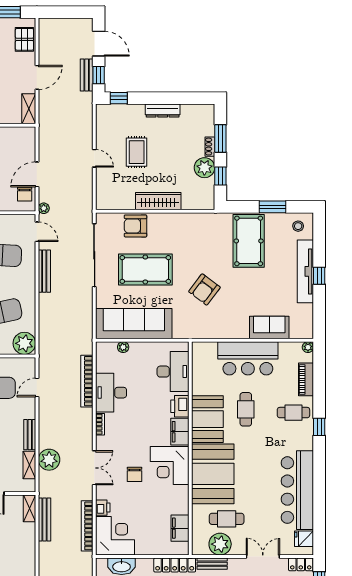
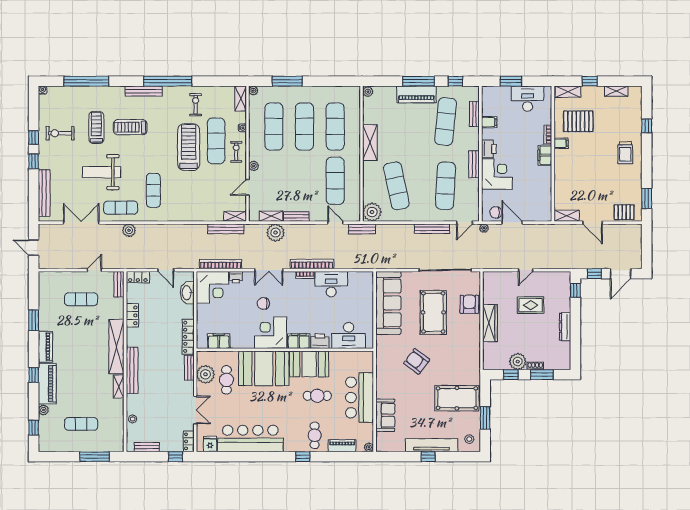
bench: (87, 75) -> (362, 229), moved
plant: (123, 347) -> (369, 294), removed
bookcase: (87, 381) -> (312, 264), moved

